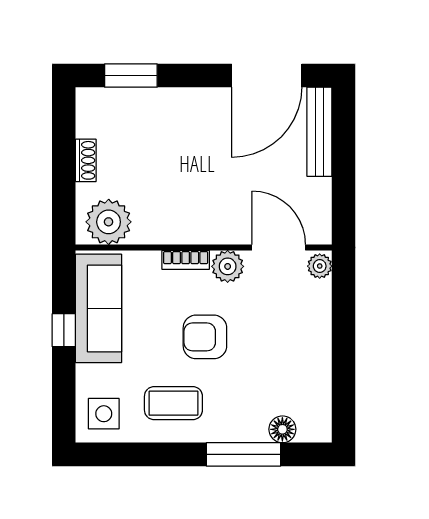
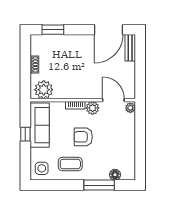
bench: (319, 132) -> (130, 48), width x0.73

